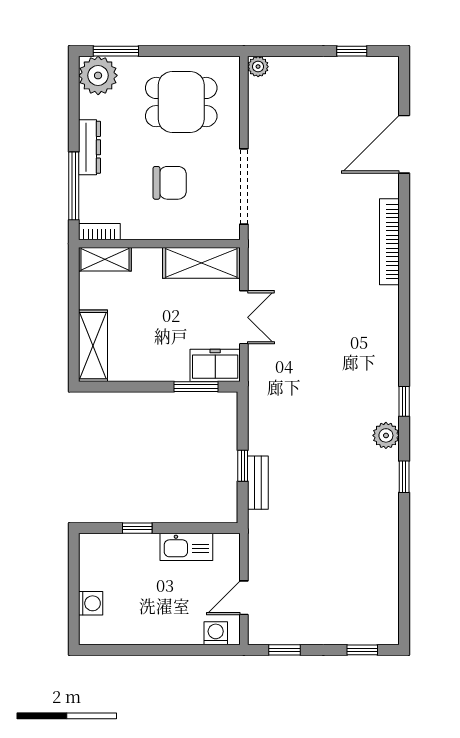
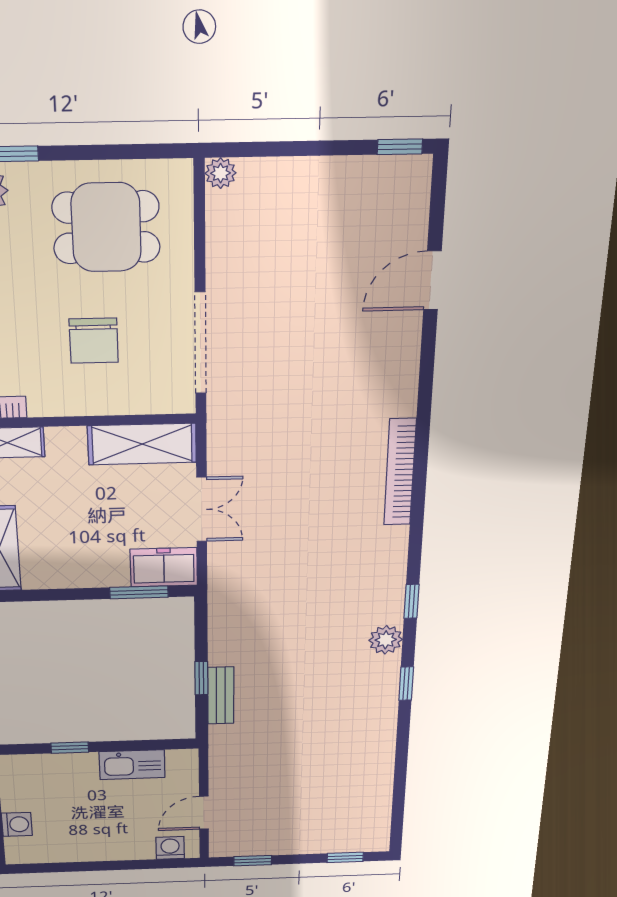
window: (352, 51) -> (400, 147), moved
door: (404, 144) -> (432, 280), width x0.73
chair: (170, 183) -> (94, 341), turned 90
bookcase: (389, 242) -> (400, 472), moved

